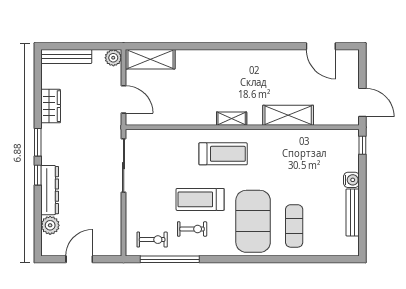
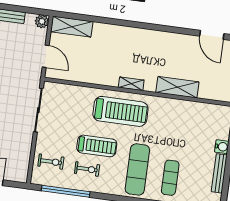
treadmill: (223, 154) -> (120, 111), width x1.37, depth x1.38
treadmill: (200, 199) -> (97, 146), turned 180
exercise mat: (253, 221) -> (137, 169), width x0.68
exercise bike: (152, 240) -> (51, 162), moved

